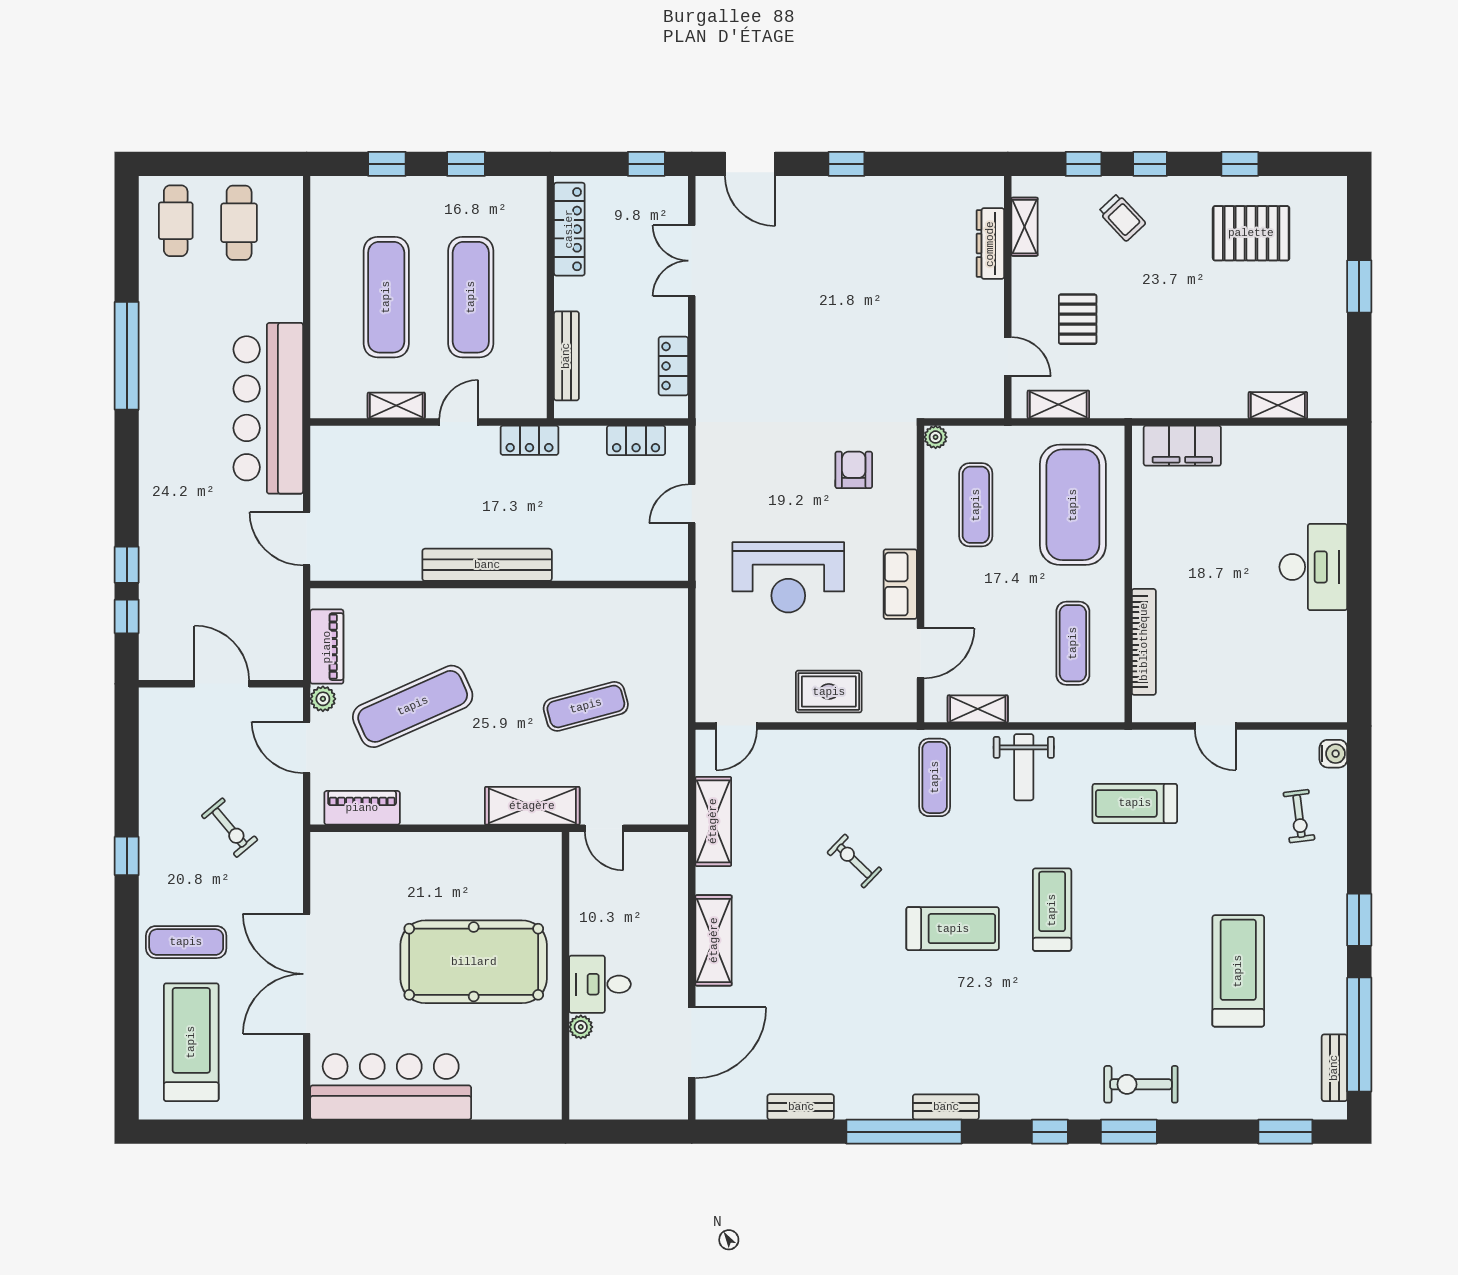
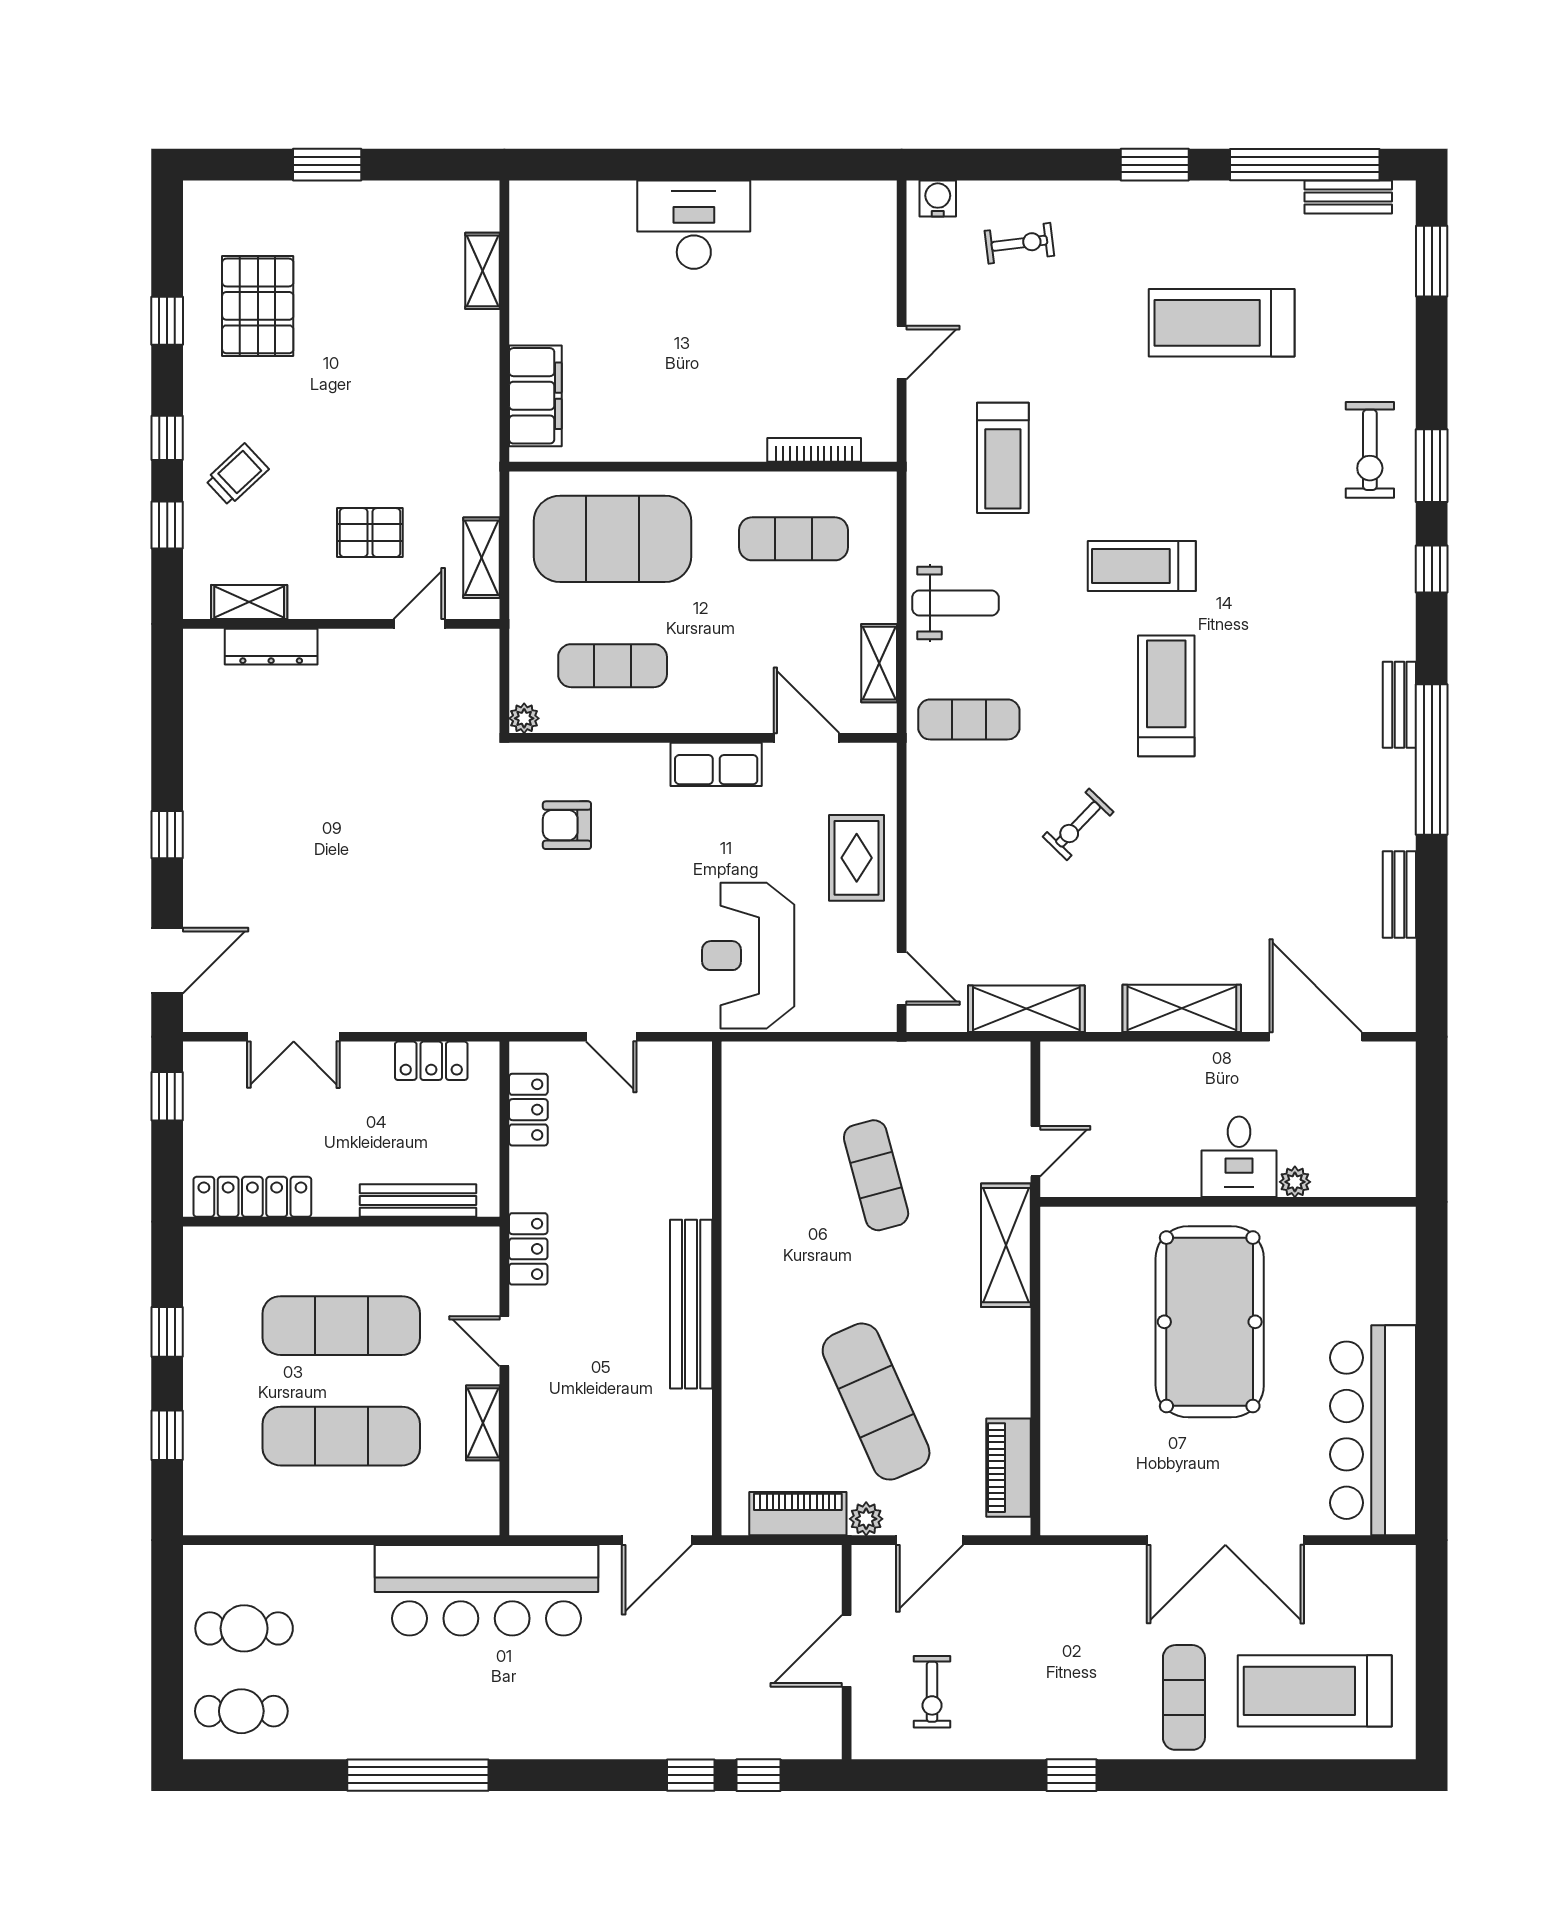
reception desk: (788, 577) -> (748, 956), moved, turned 180
bookcase: (1144, 642) -> (814, 450), width x0.68, depth x0.76
exercise bike: (230, 828) -> (932, 1692), moved, turned 130

